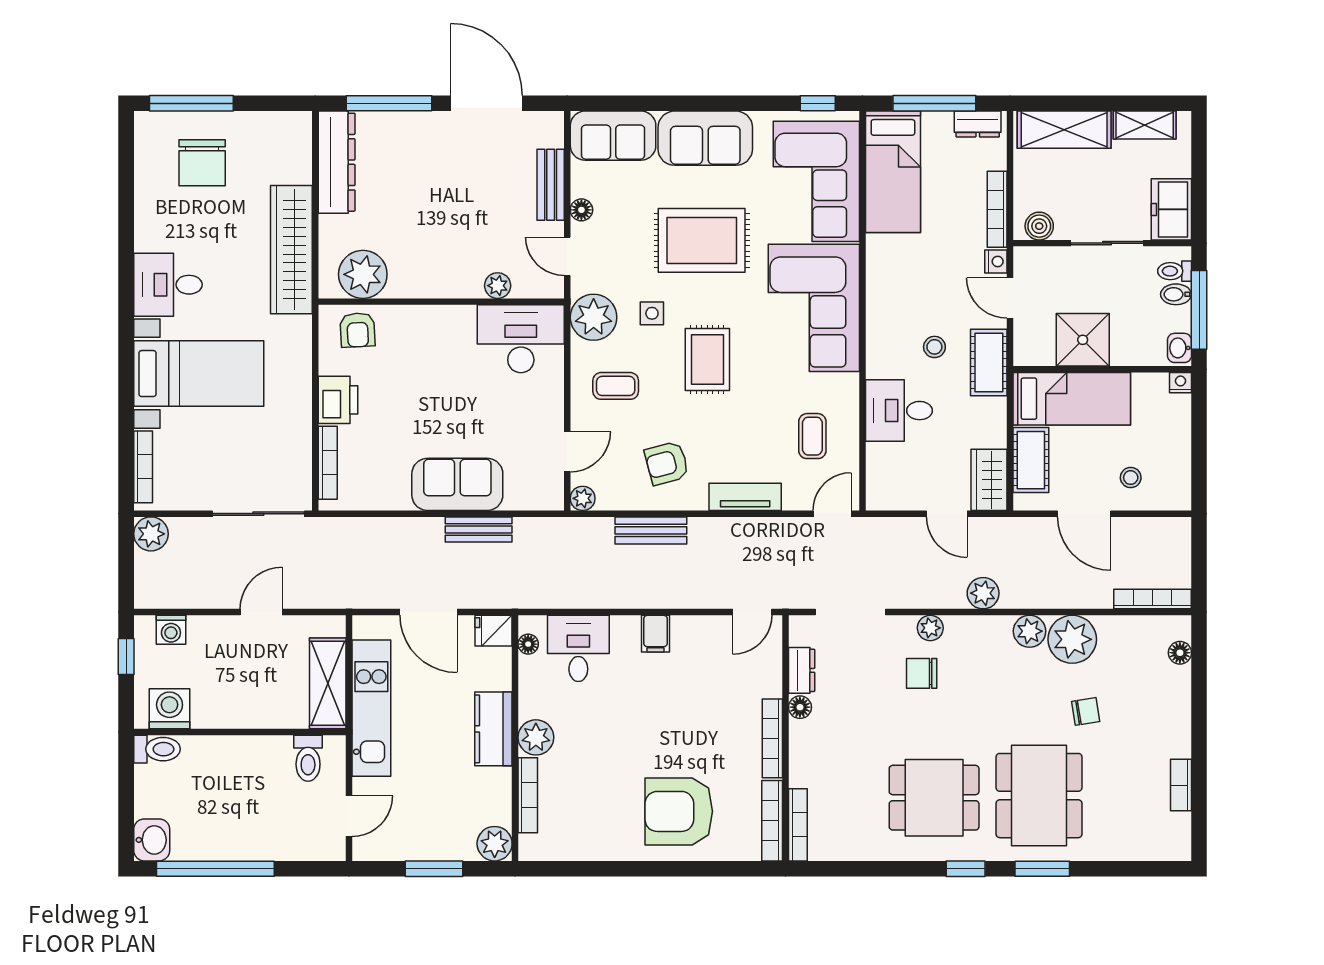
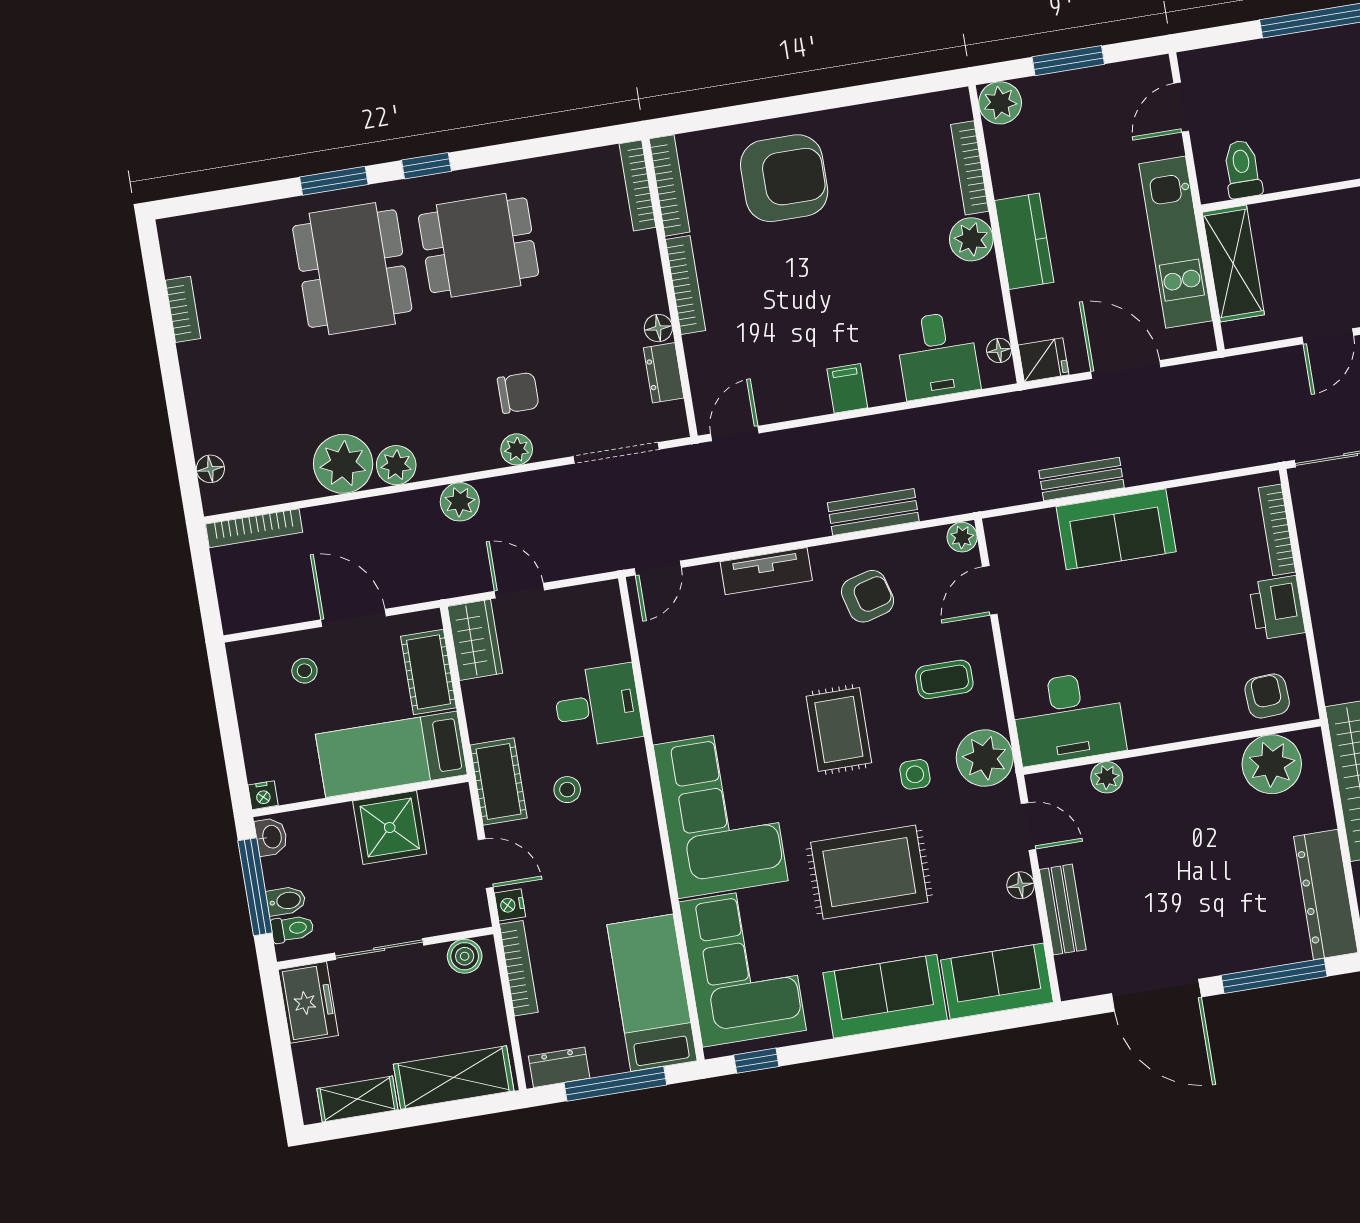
coffee table: (812, 436) -> (697, 658), removed
chair: (1086, 711) -> (313, 379), removed

